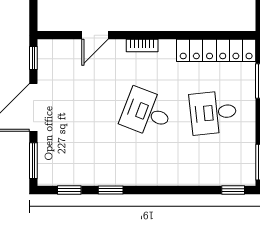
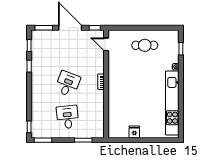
door: (95, 35) -> (106, 44), moved
locker: (216, 50) -> (98, 118), removed

